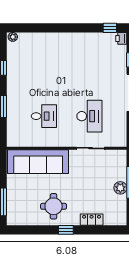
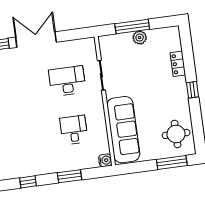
water cooler: (12, 141) -> (105, 160), added
round table: (54, 206) -> (176, 134), moved

